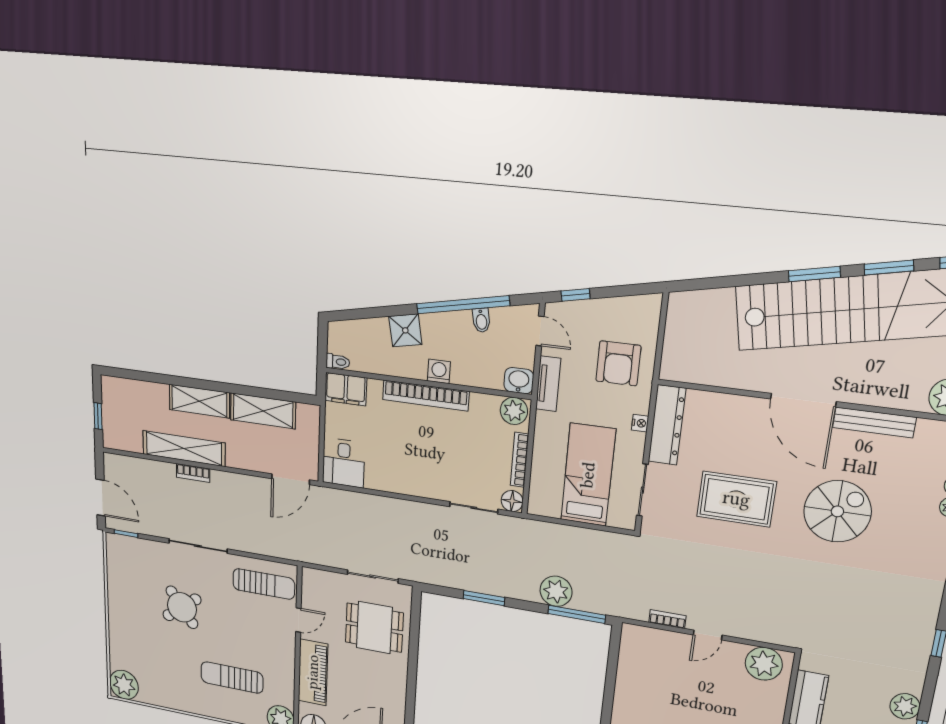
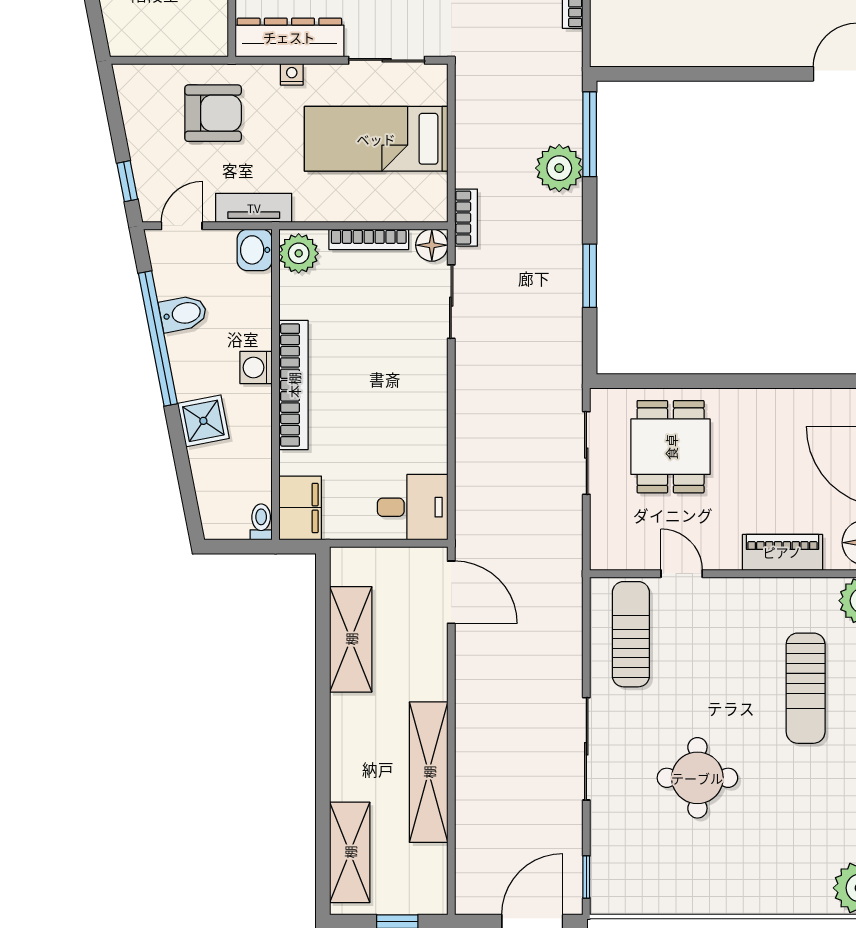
bidet: (481, 320) -> (183, 313), width x1.38, depth x1.36
shelving: (199, 401) -> (350, 852), moved
bookcase: (193, 473) -> (466, 218), moved
round table: (182, 607) -> (697, 778), turned 37
piano: (313, 672) -> (782, 552), width x0.73, depth x0.75

